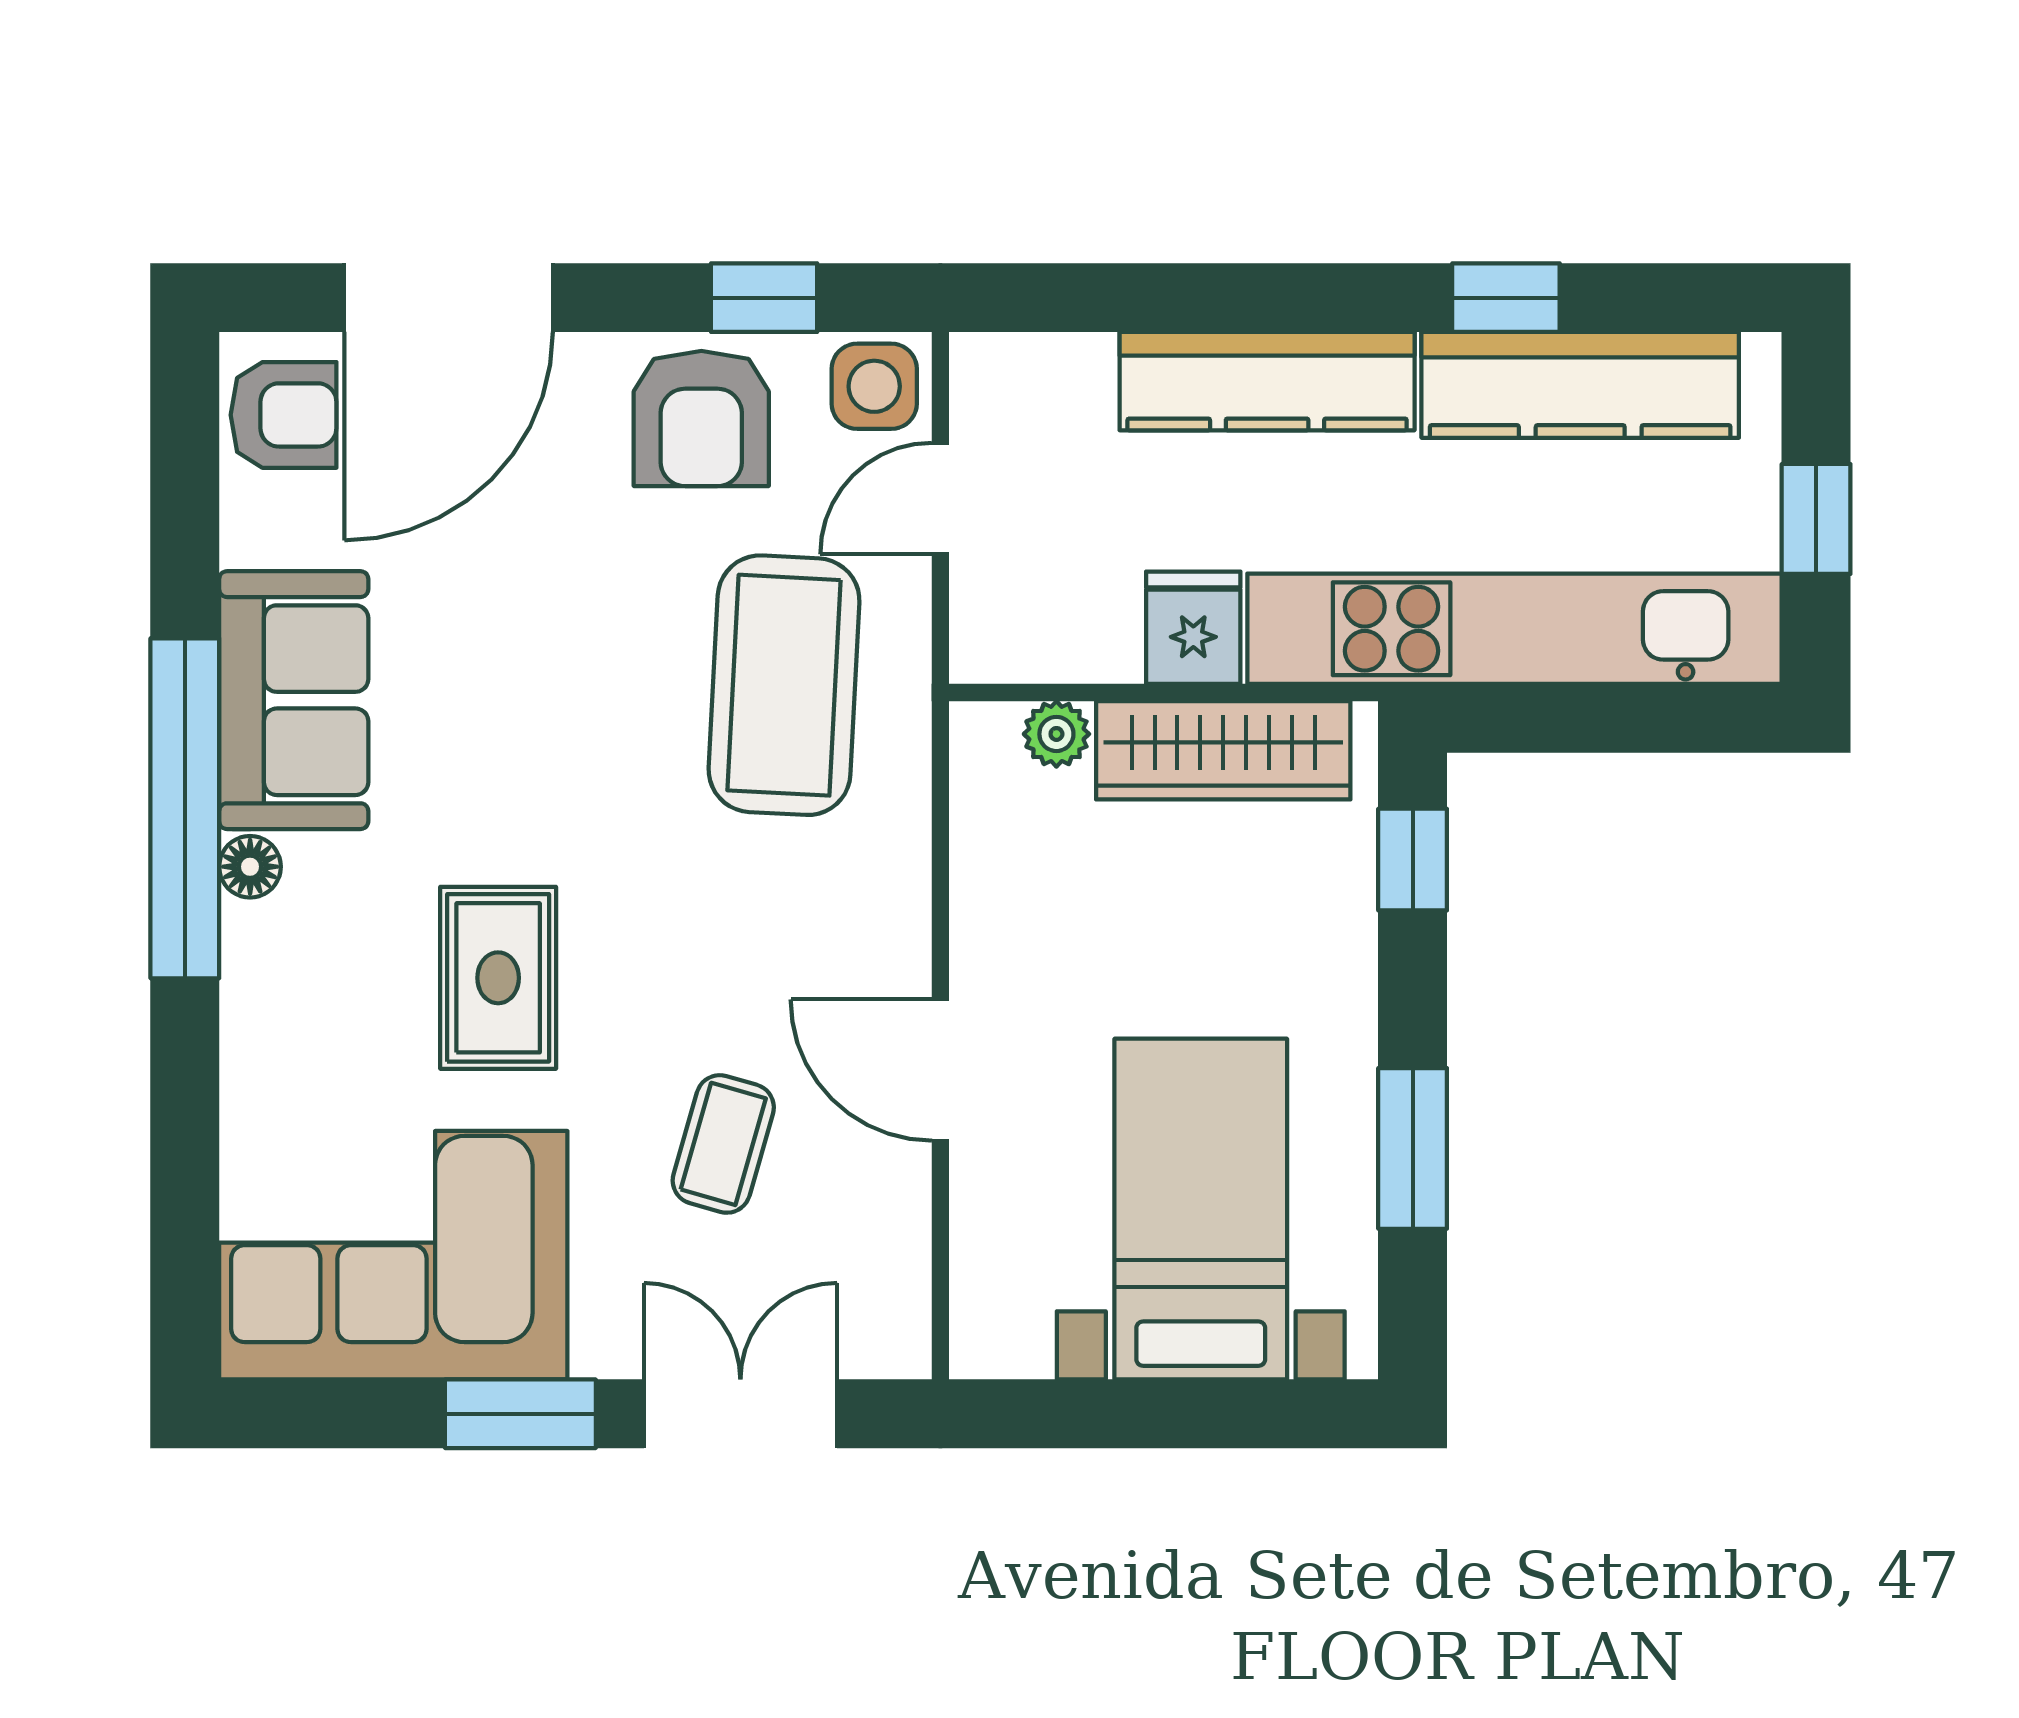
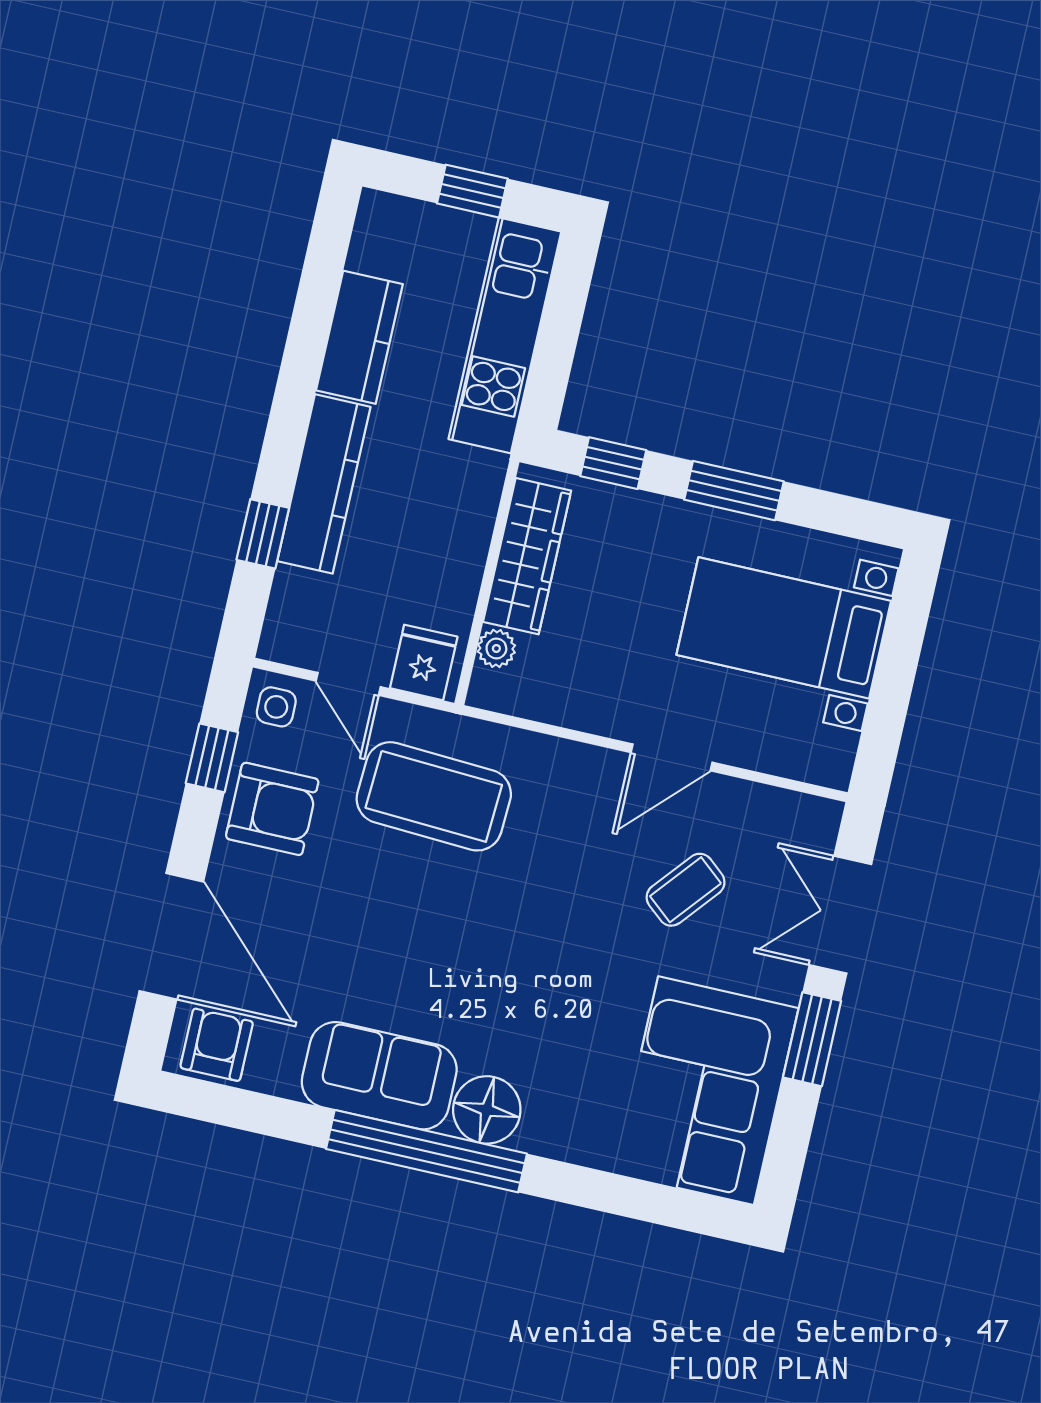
window: (1506, 298) -> (263, 534), moved
kitchen counter: (1580, 385) -> (359, 337), width x0.67
side table: (874, 386) -> (276, 707), width x0.73, depth x0.73
fridge: (1193, 628) -> (424, 662), moved, turned 90
kitchen unit: (1515, 629) -> (505, 335), width x0.73
floor lamp: (250, 867) -> (487, 1110), width x1.89, depth x1.89
rug: (498, 978) -> (563, 996), removed
coffee table: (723, 1144) -> (686, 890), turned -66
window: (1413, 1148) -> (734, 491), moved

